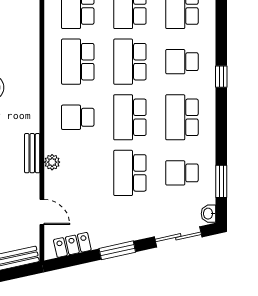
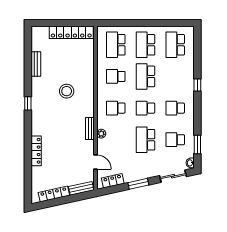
school desk: (78, 62) -> (116, 76), width x0.54
school desk: (182, 62) -> (175, 76), removed
school desk: (130, 117) -> (145, 108), width x0.54
school desk: (182, 117) -> (175, 108), width x0.54

